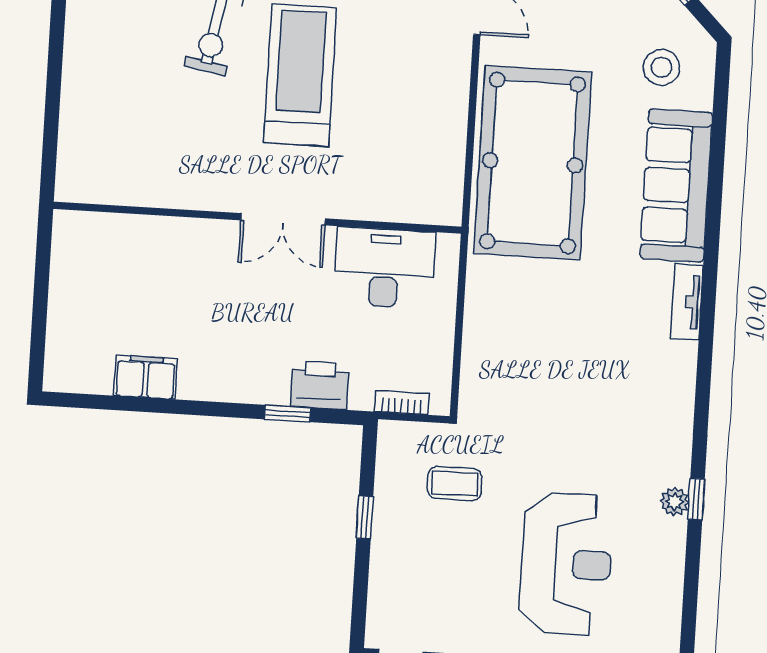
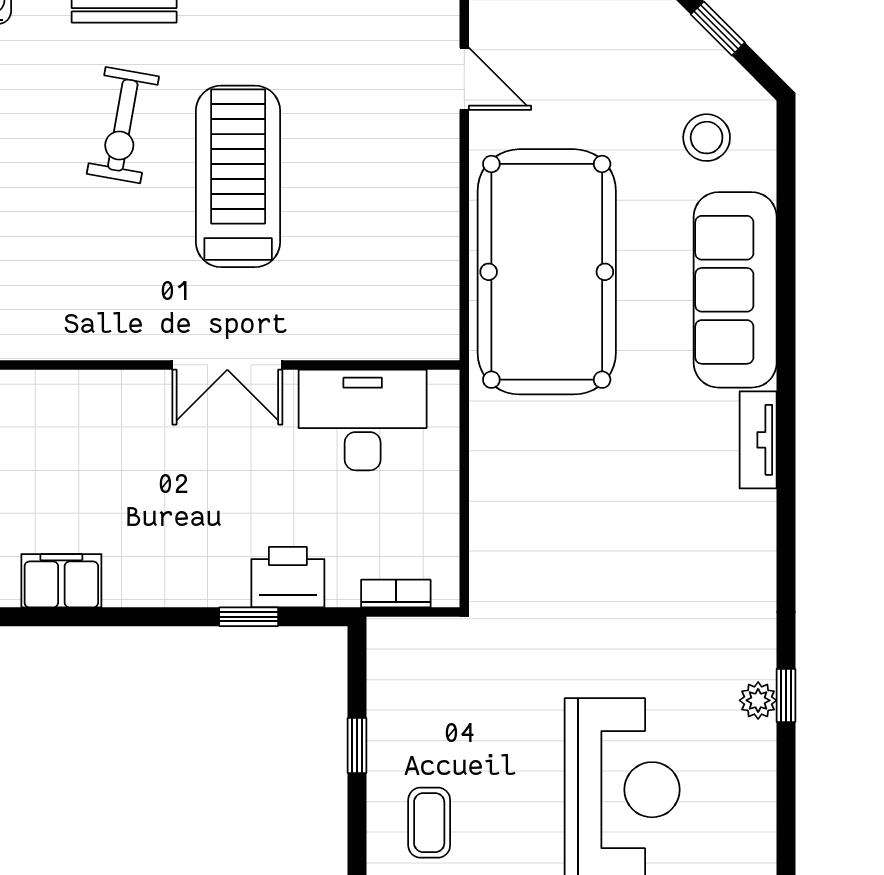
coffee table: (455, 484) -> (429, 823), moved, turned 90

